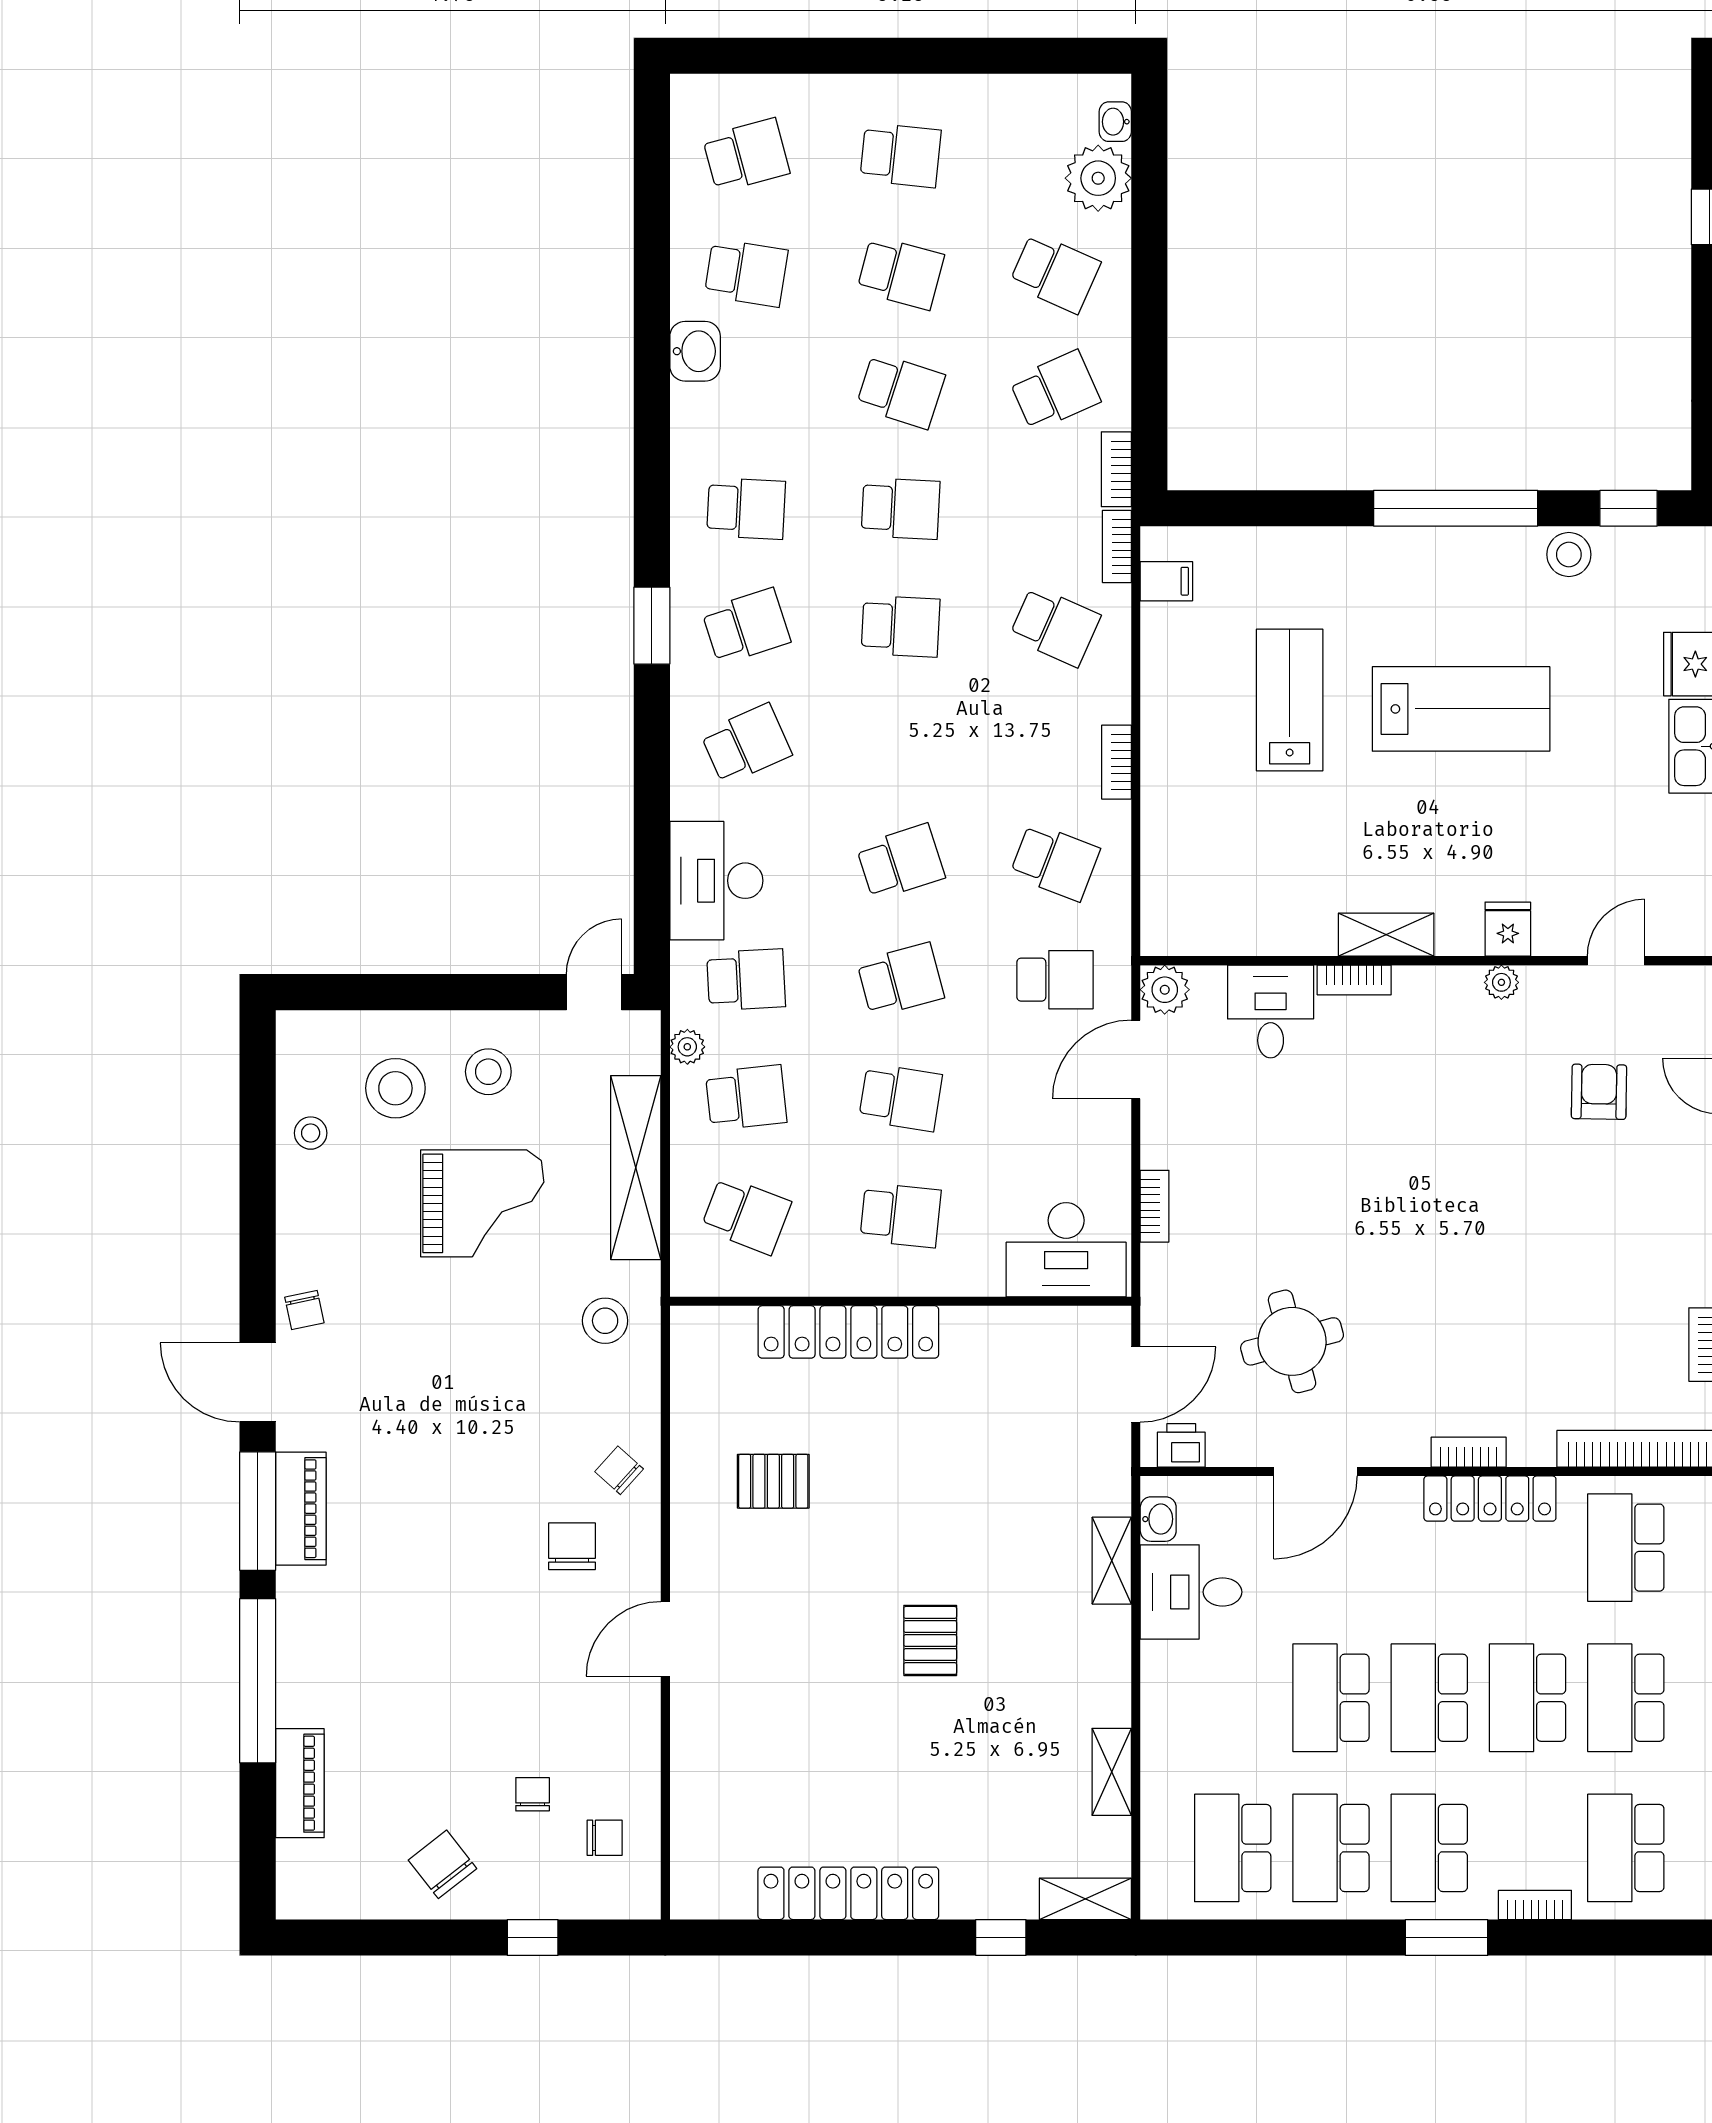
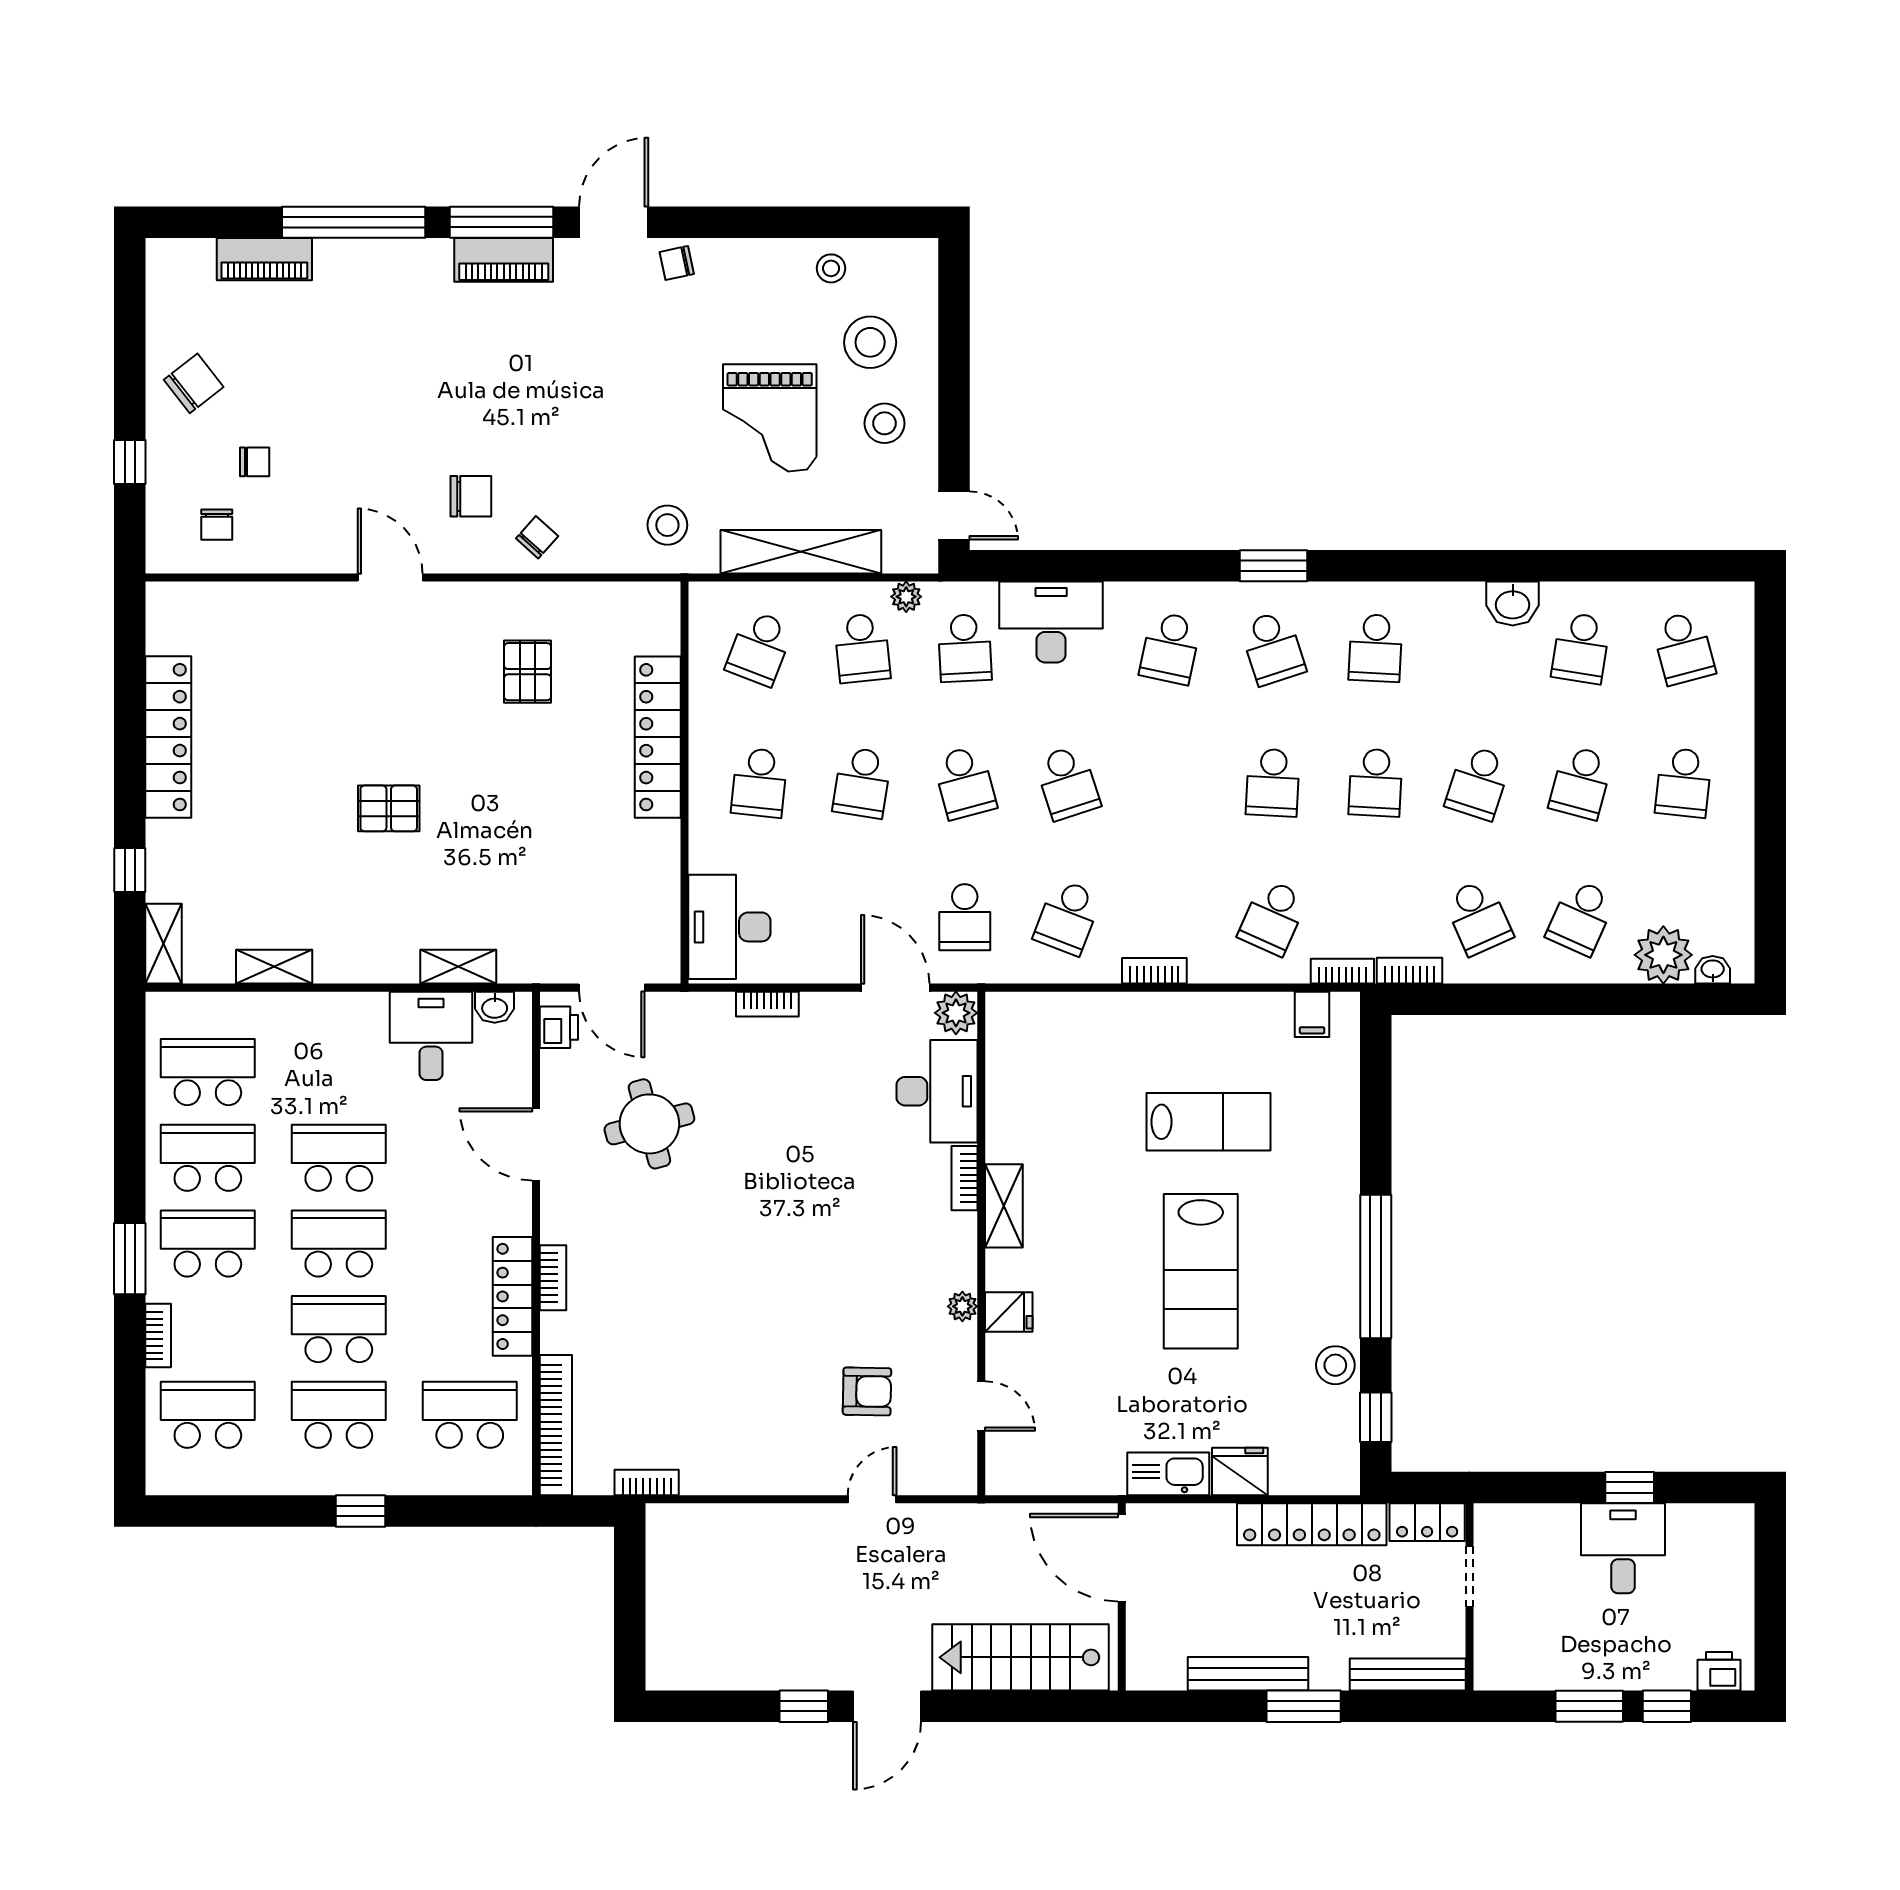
school desk: (746, 744) -> (1170, 648), turned 36
desk: (1271, 1012) -> (937, 1091), width x1.37

